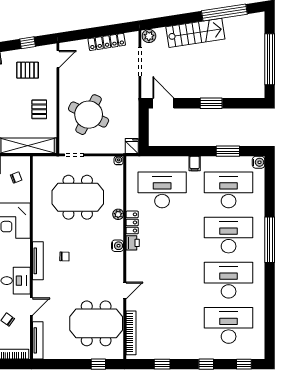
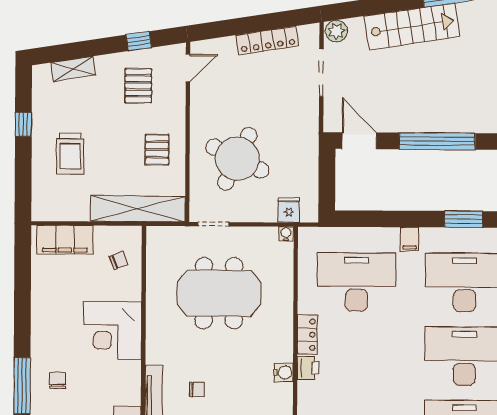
pallet: (28, 70) -> (138, 86), turned 90
window: (211, 103) -> (437, 141), width x2.11
fridge: (132, 146) -> (289, 210), moved
plant: (118, 214) -> (285, 321), removed

